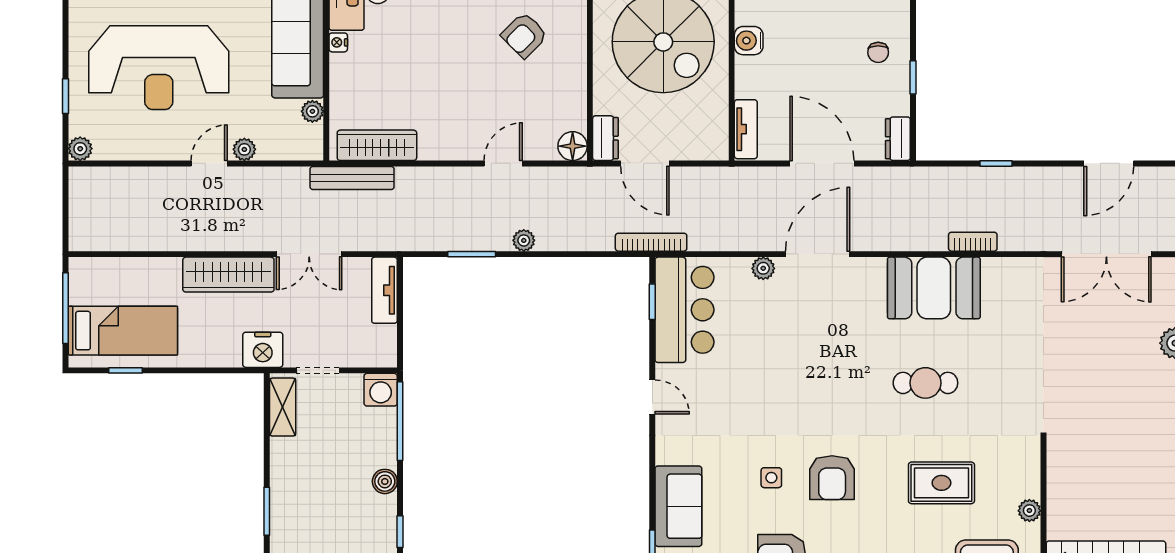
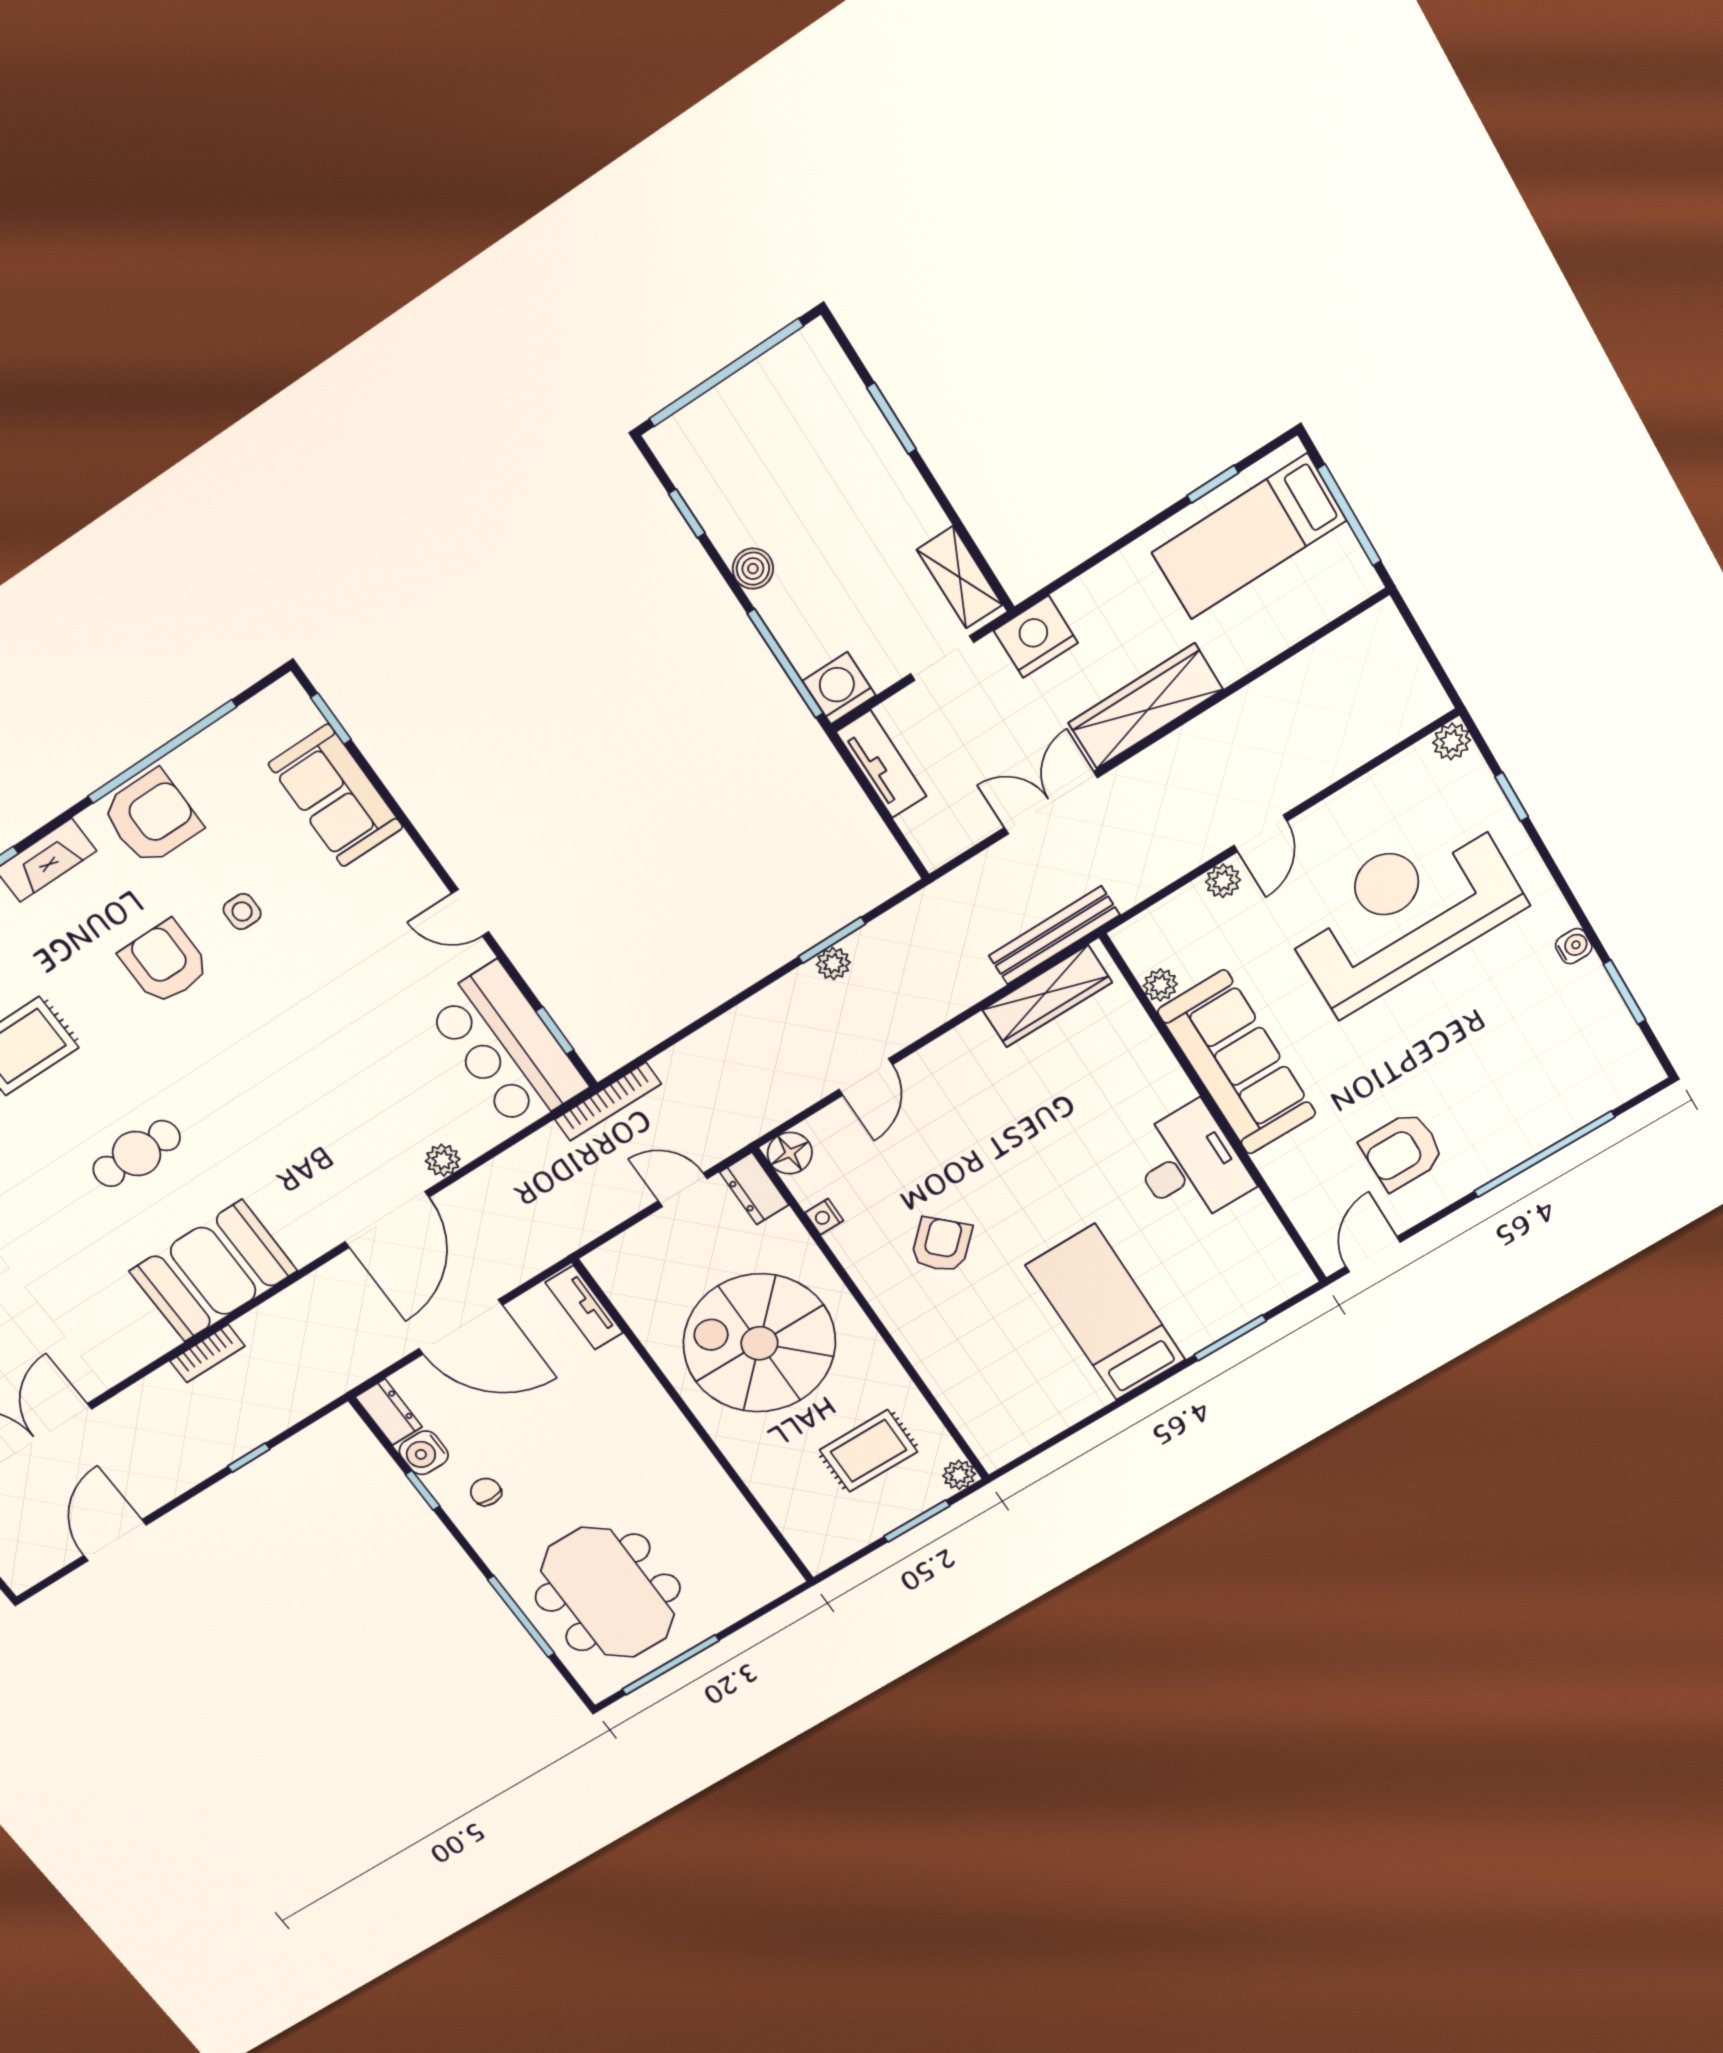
water cooler: (749, 41) -> (424, 1453), moved, turned 180
nightstand: (338, 42) -> (824, 1217), moved, turned 180
door: (645, 163) -> (683, 1190), width x0.73
plant: (524, 240) -> (833, 964), moved
tv unit: (384, 290) -> (881, 764), moved

